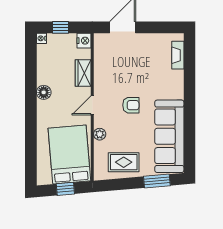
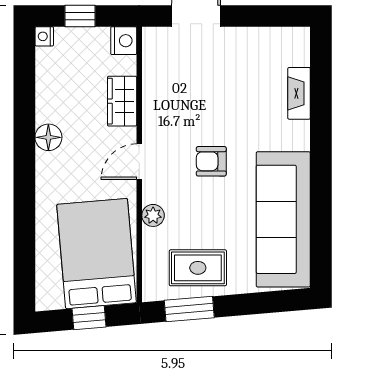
fireplace: (178, 55) -> (299, 93), moved
armchair: (131, 105) -> (211, 161), turned 180
window: (157, 181) -> (189, 309), moved

